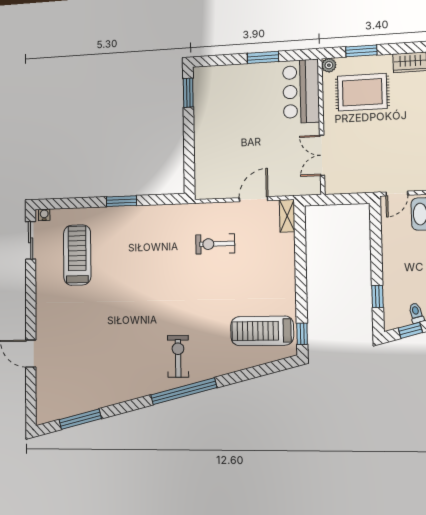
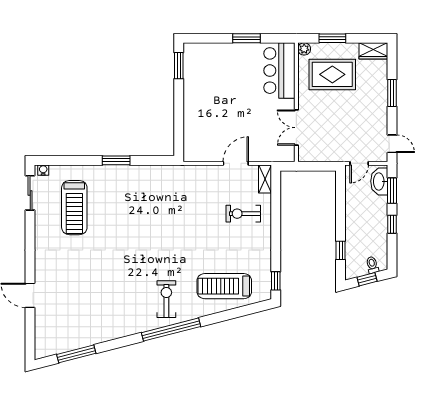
exercise bike: (215, 244) -> (243, 214), moved
treadmill: (77, 255) -> (74, 208), turned 180
treadmill: (262, 331) -> (224, 286), moved

